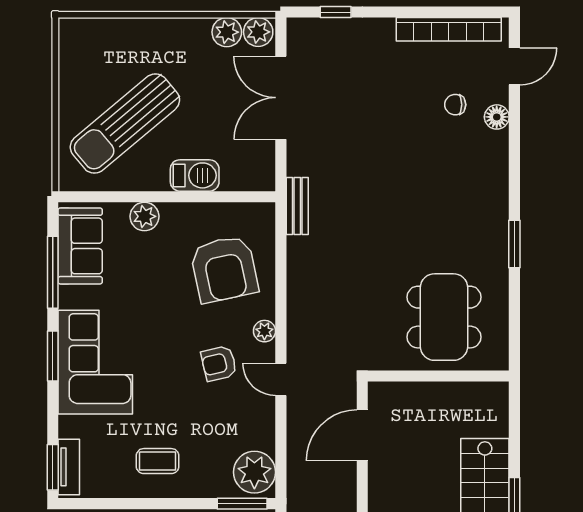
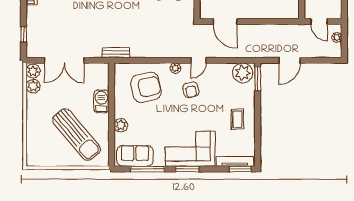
tv unit: (69, 467) -> (235, 161), width x1.41

